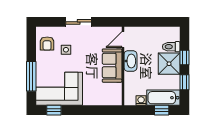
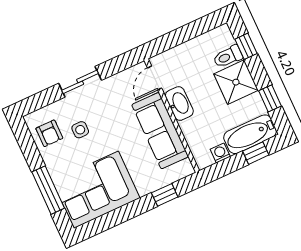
window: (185, 57) -> (246, 46), moved
sofa: (112, 66) -> (160, 131), width x1.36
window: (54, 110) -> (165, 195), moved

